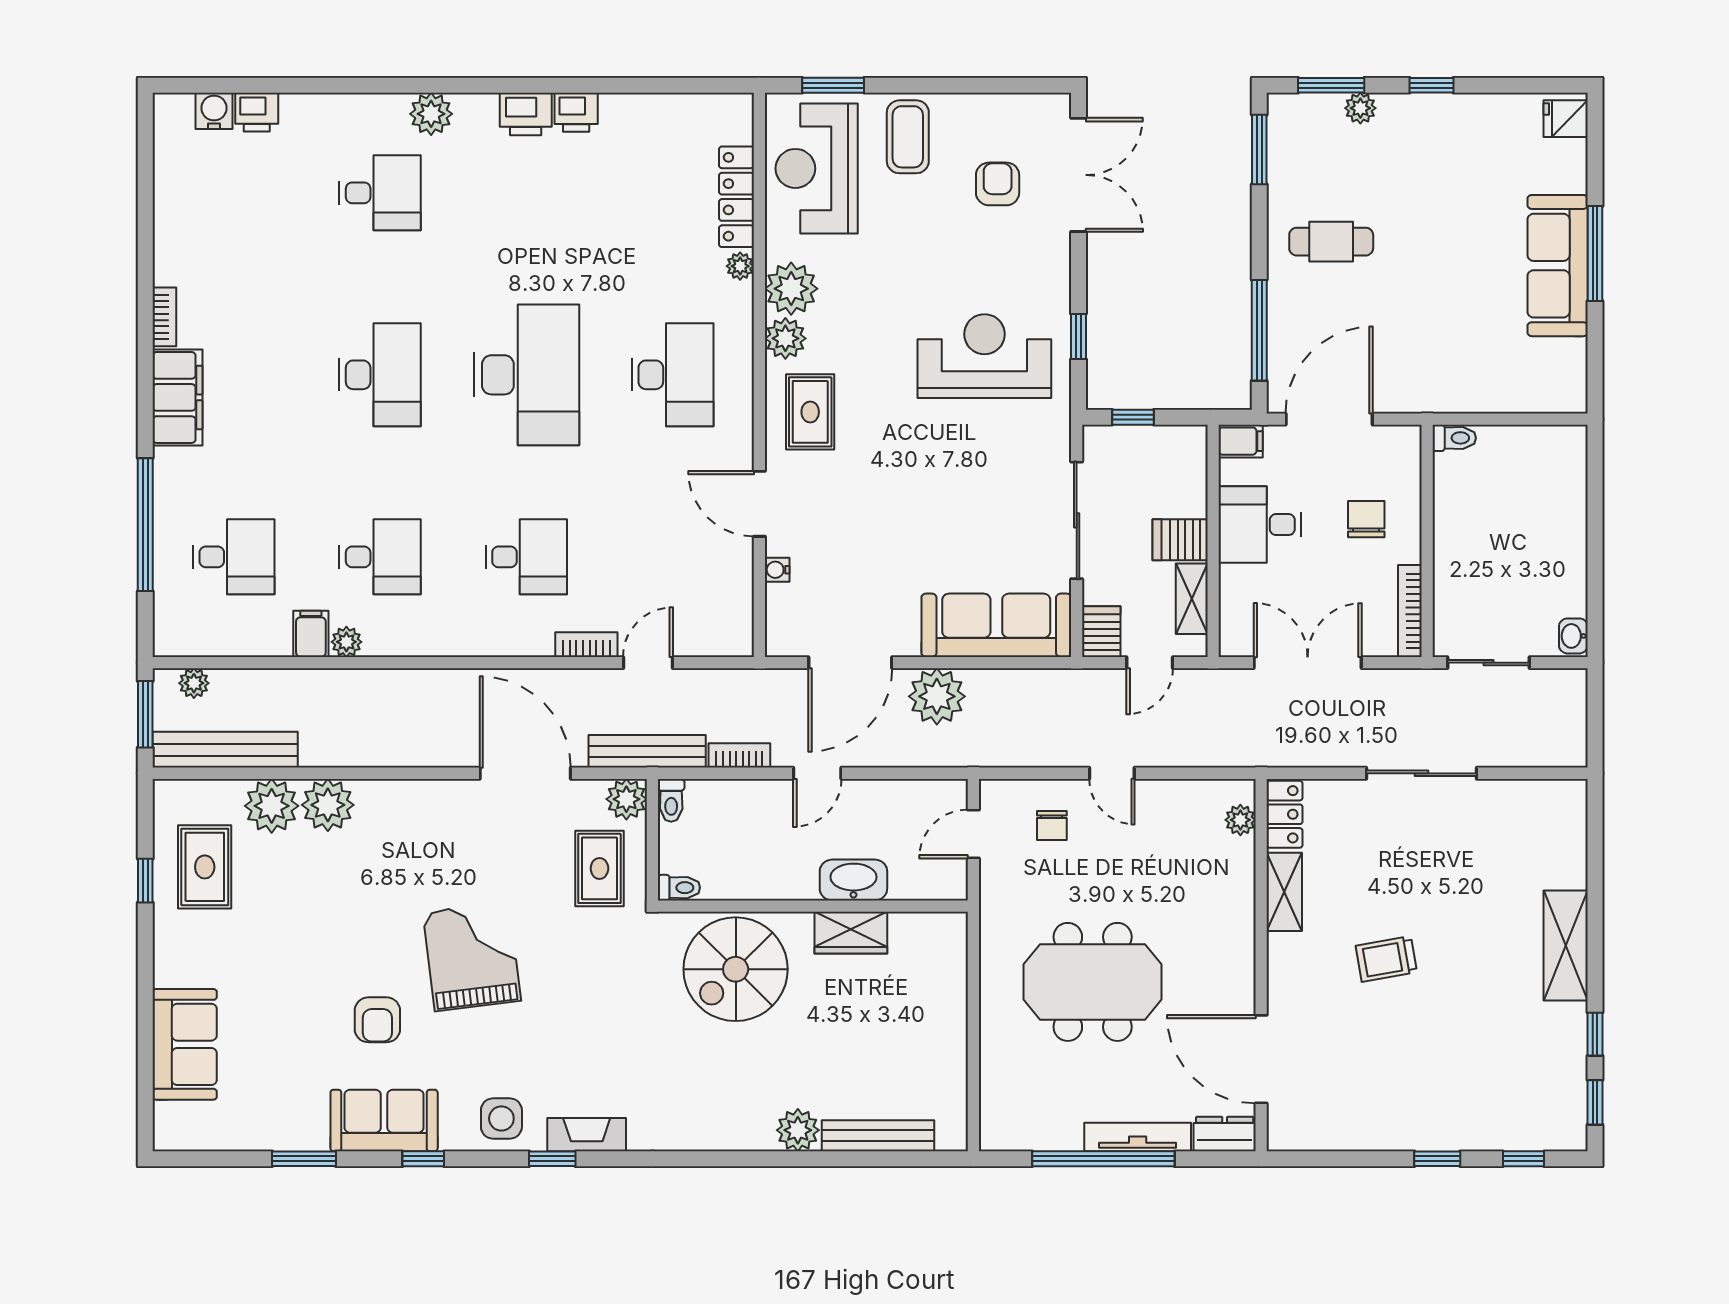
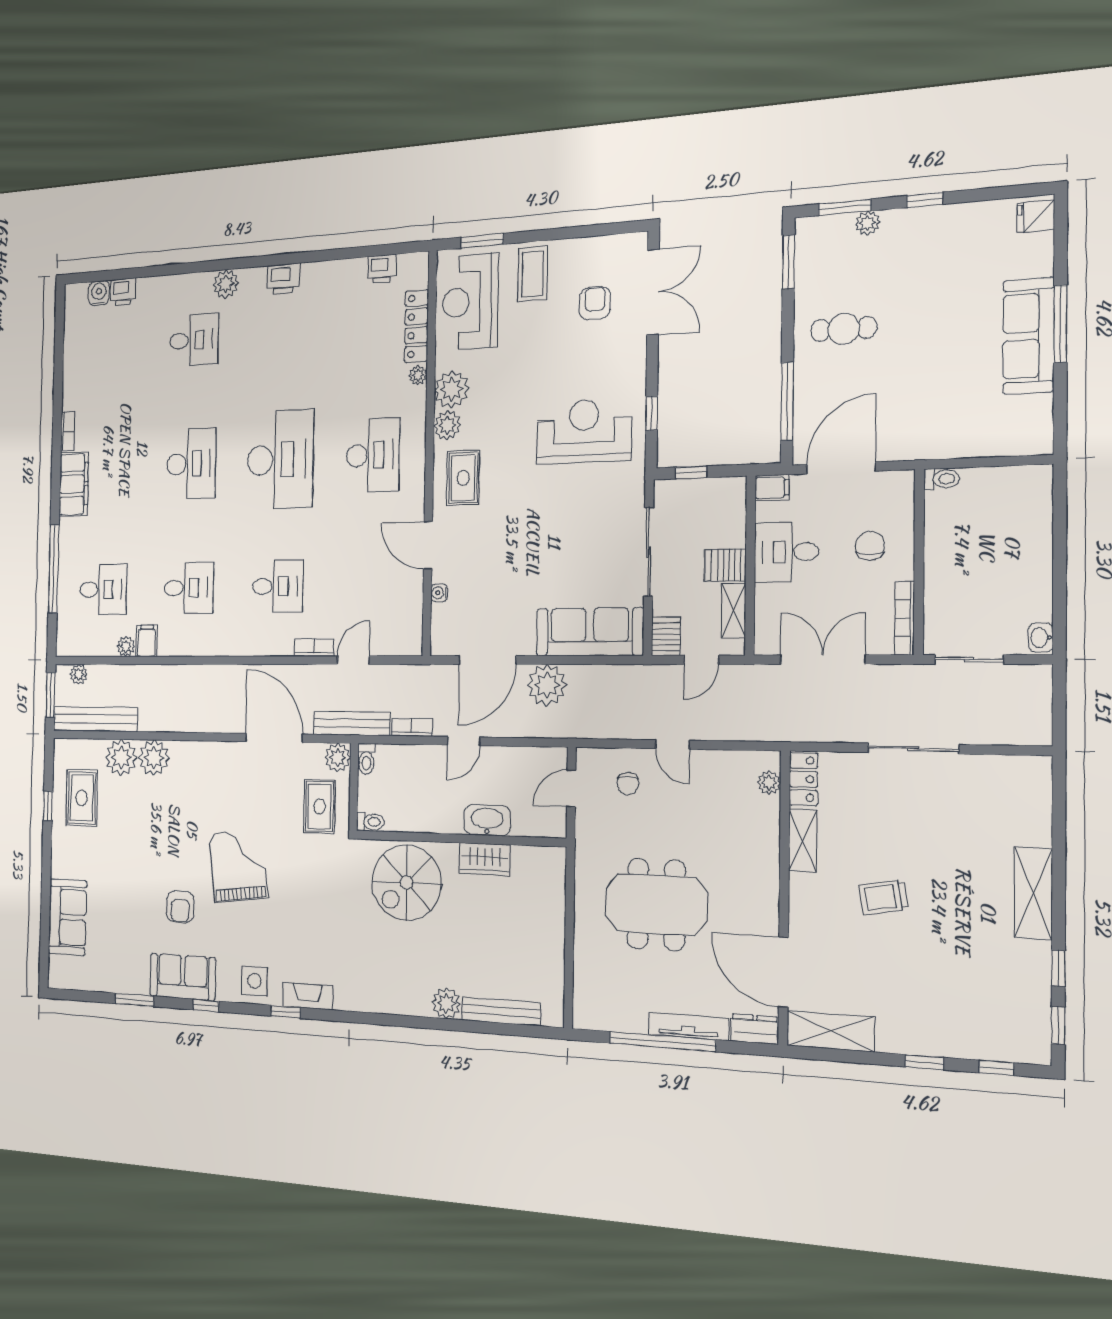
printer: (576, 112) -> (382, 269), moved
plant: (346, 642) -> (126, 646), moved
shelving: (1321, 1129) -> (831, 1031), added

